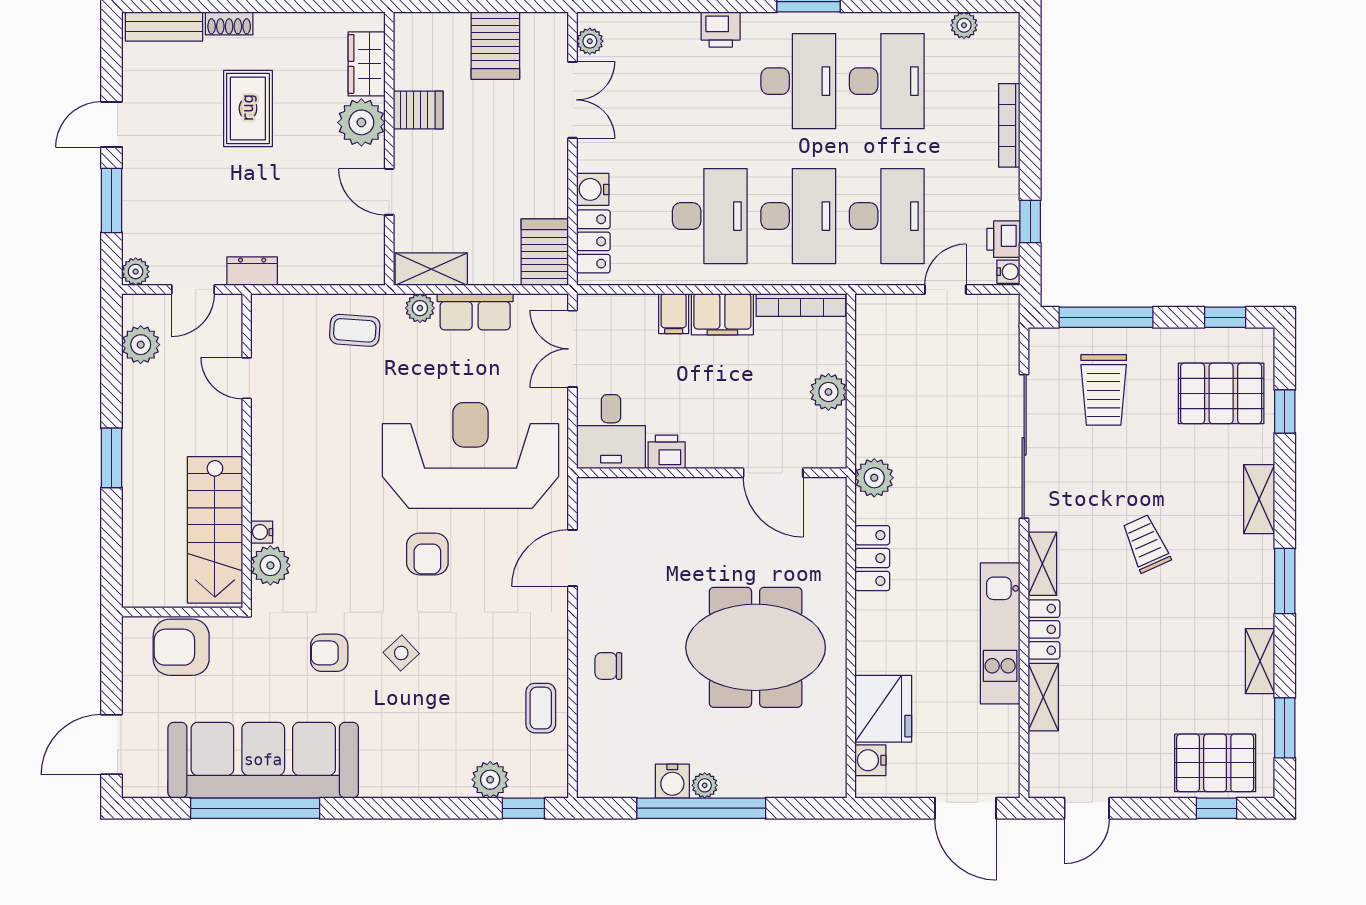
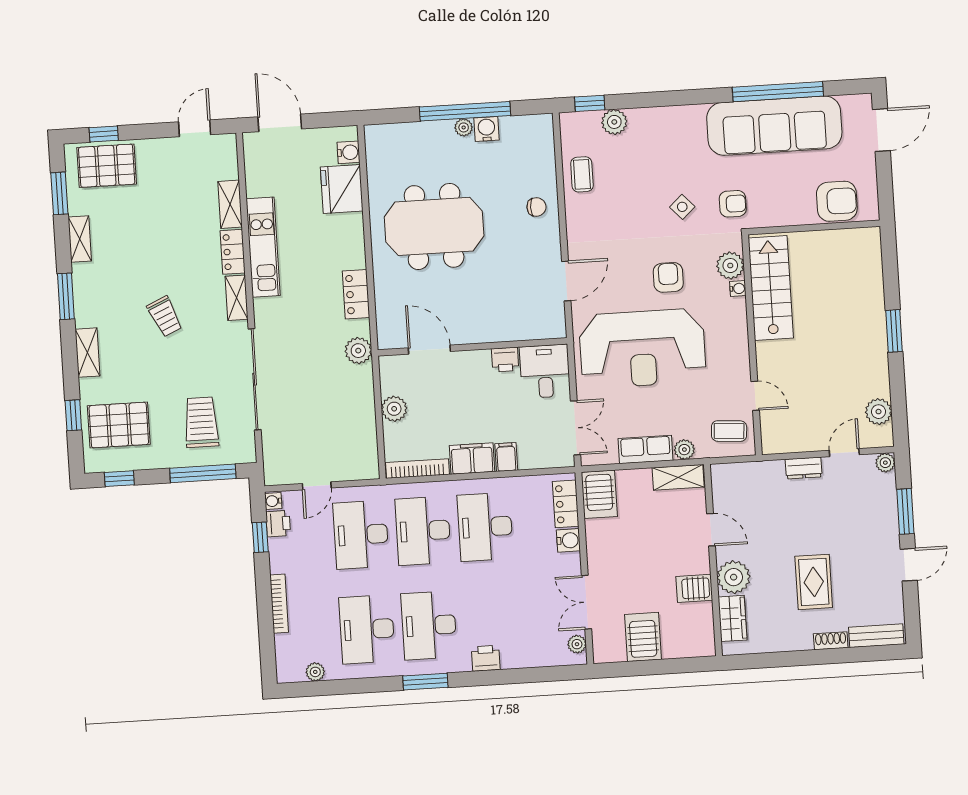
door: (247, 378) -> (755, 396), moved
wall: (247, 451) -> (752, 345), moved
stairs: (215, 530) -> (771, 288), moved
water cooler: (262, 532) -> (738, 289), moved
plant: (270, 565) -> (730, 266), moved

